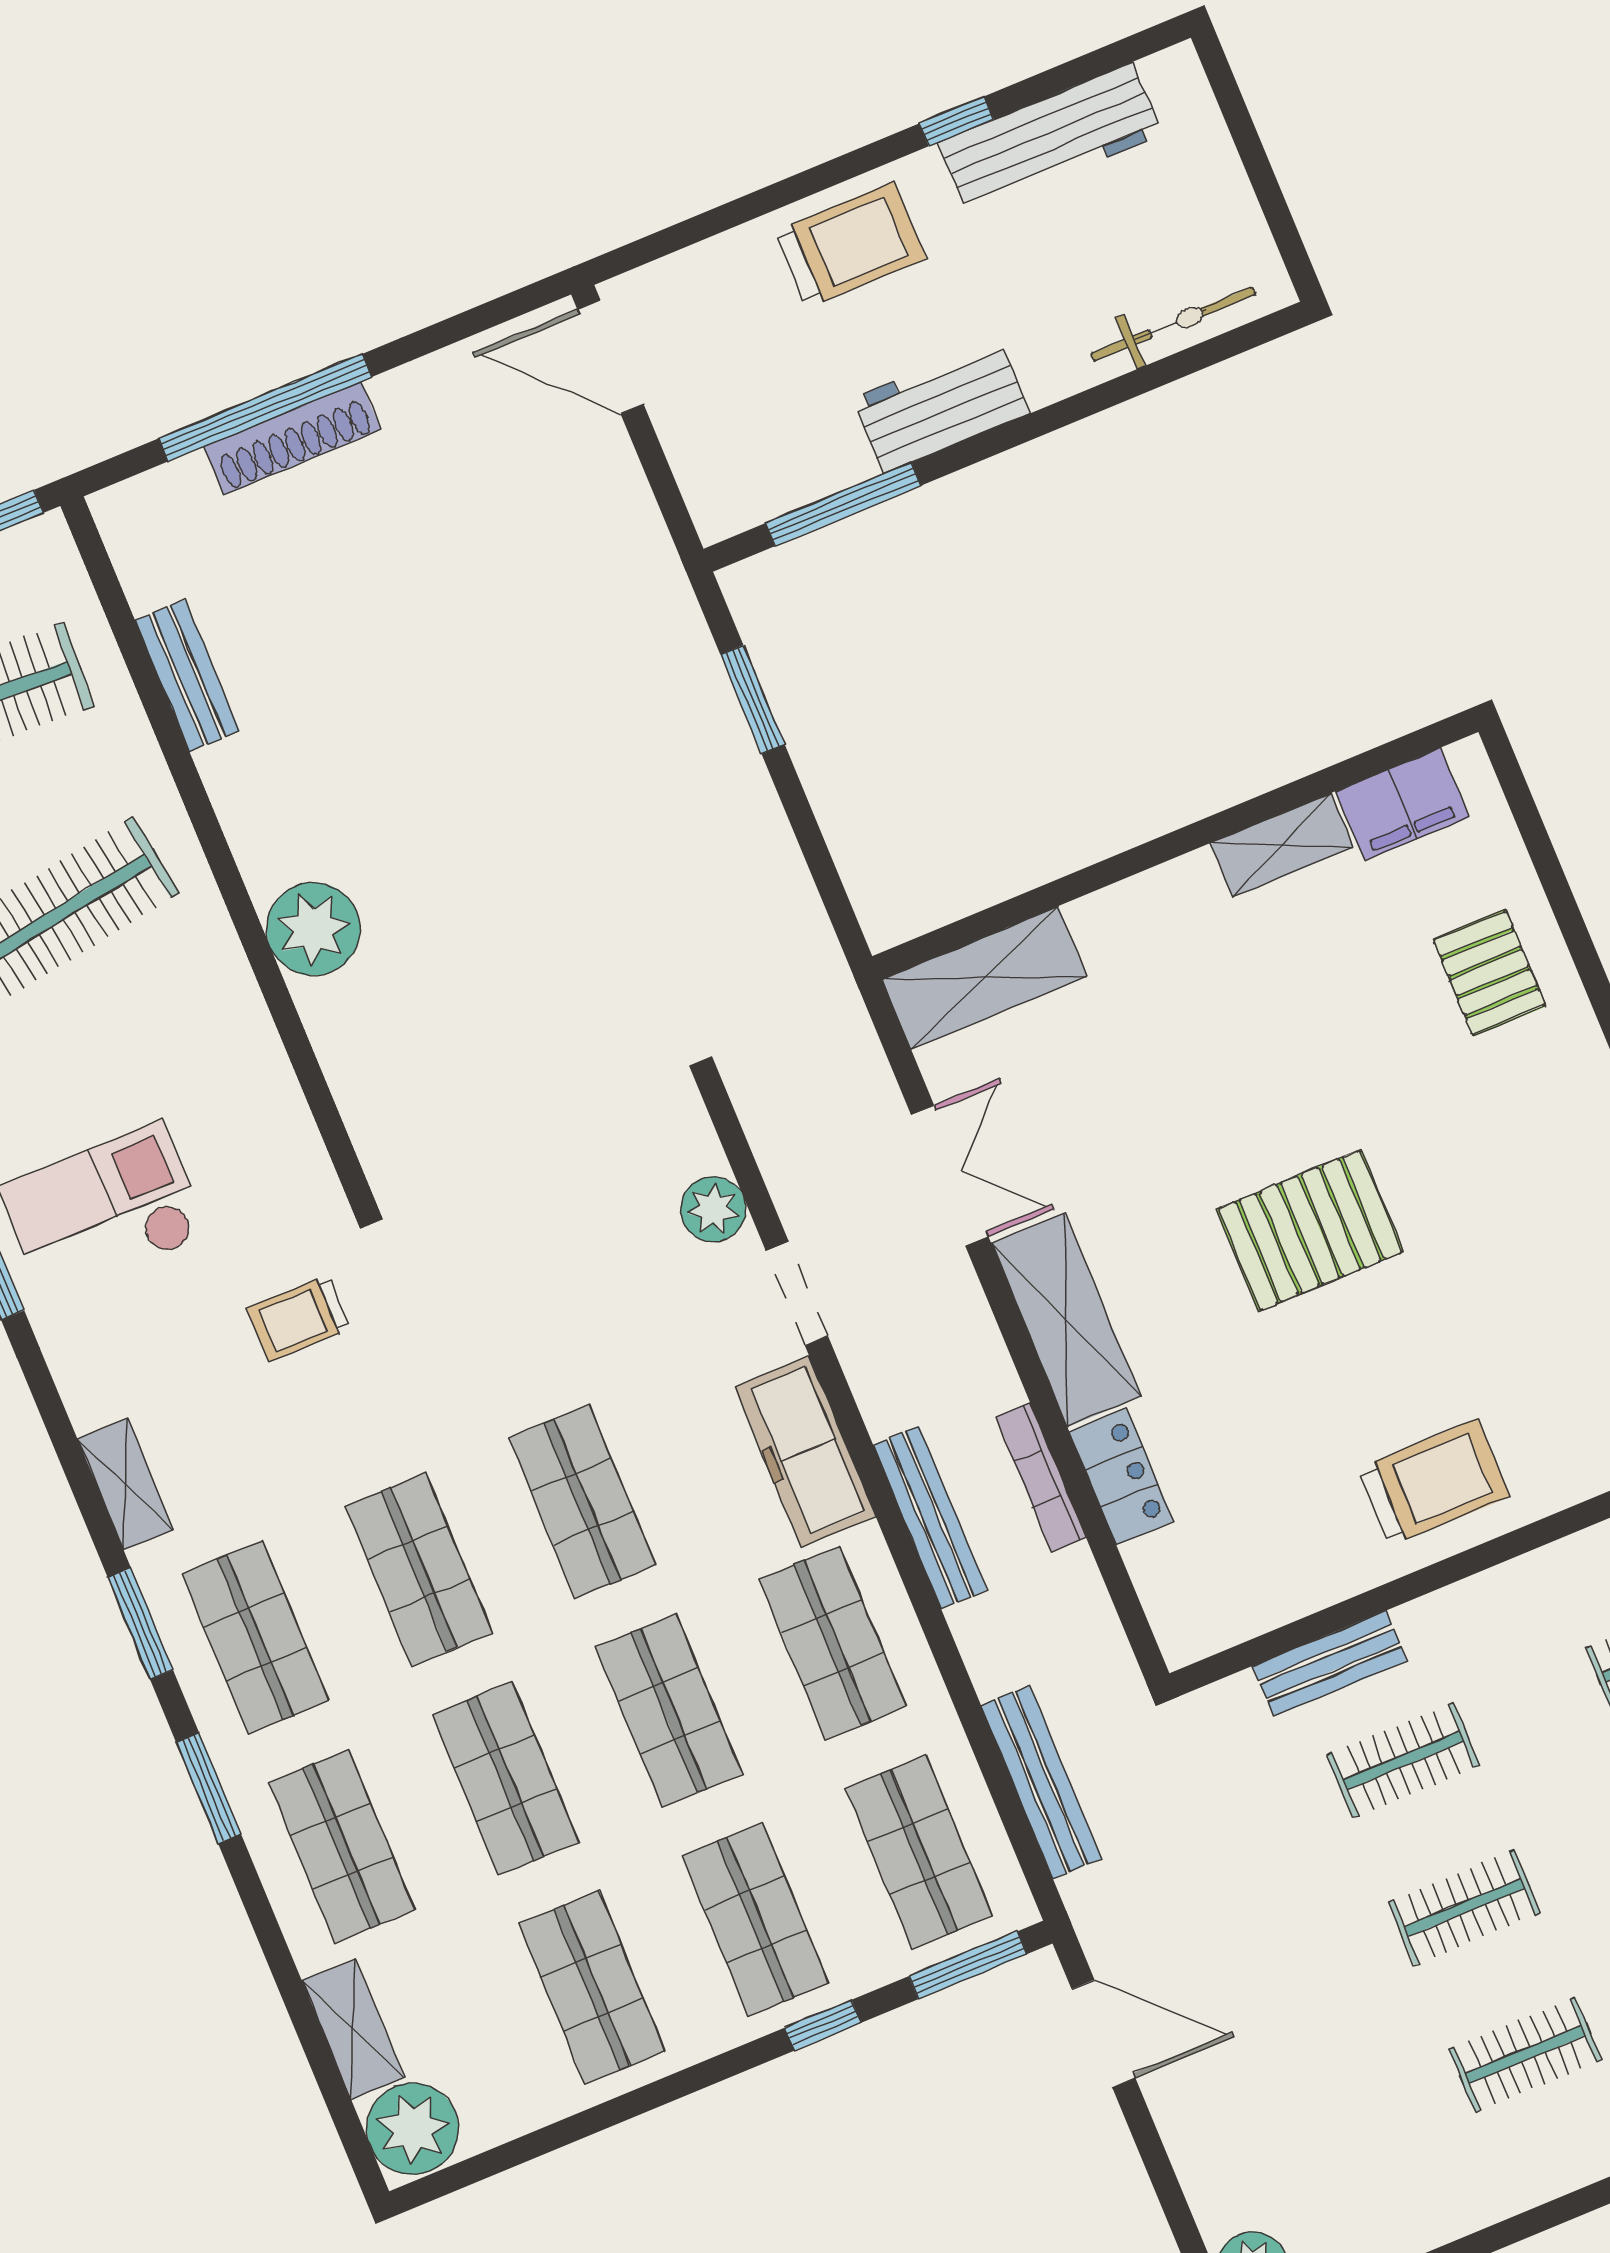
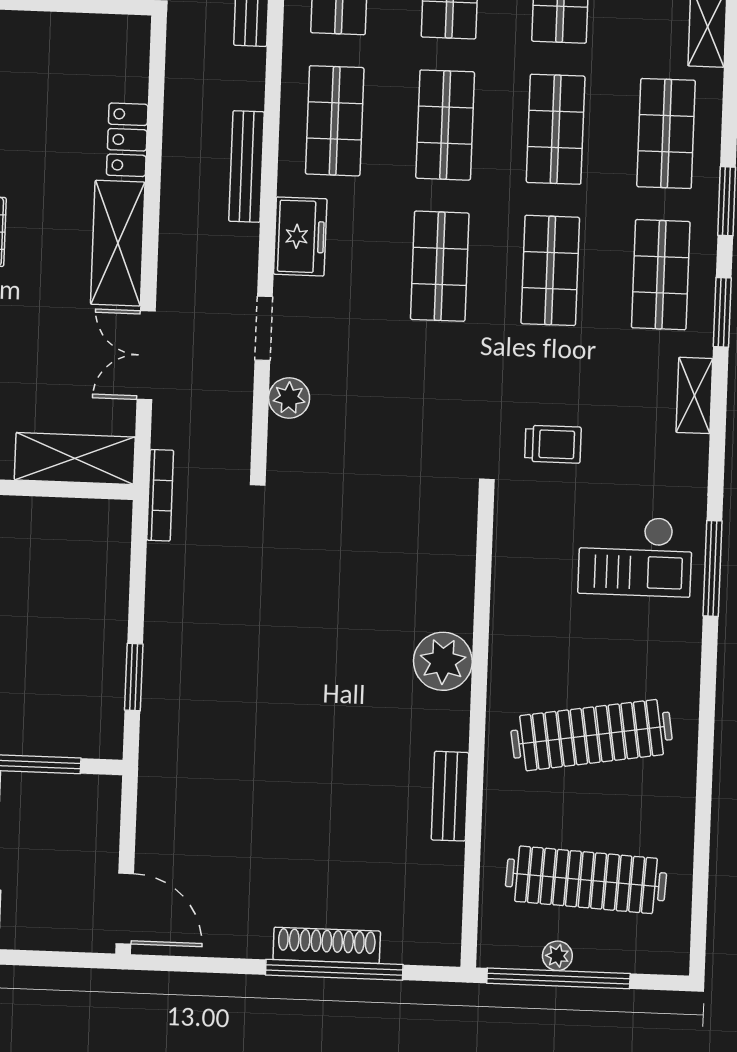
bench: (187, 676) -> (450, 796), moved
freezer: (805, 1452) -> (300, 236), width x0.71
bookcase: (1041, 1477) -> (160, 495), moved

